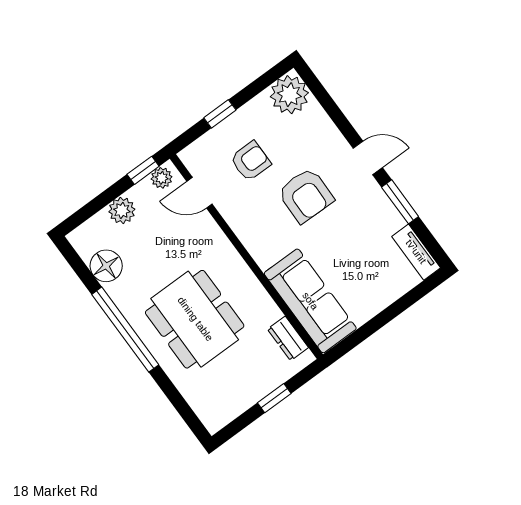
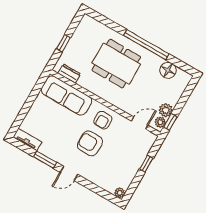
plant: (289, 95) -> (120, 193), width x0.53, depth x0.53
armchair: (250, 161) -> (103, 120), moved
plant: (122, 210) -> (166, 110), moved

